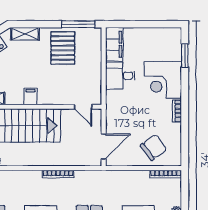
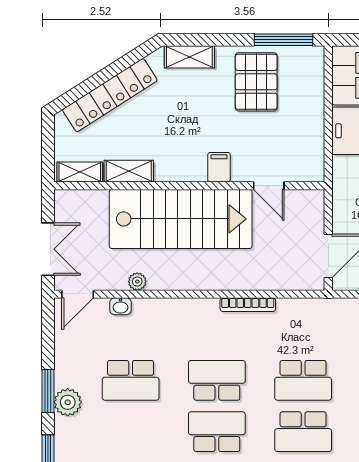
filing cabinet: (31, 96) -> (219, 167), moved
door: (83, 107) -> (269, 186), moved

